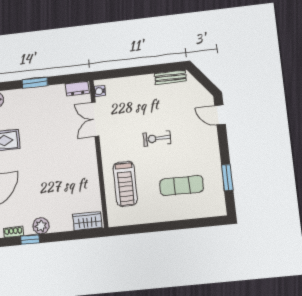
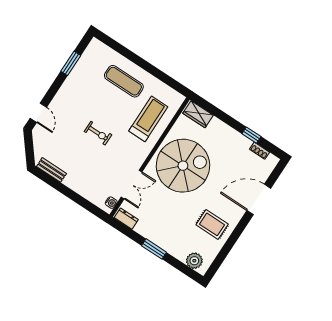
spiral stairs: (66, 169) -> (183, 166), added
exercise mat: (182, 186) -> (124, 81), moved
plant: (41, 226) -> (235, 139), removed

